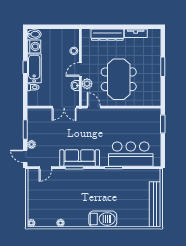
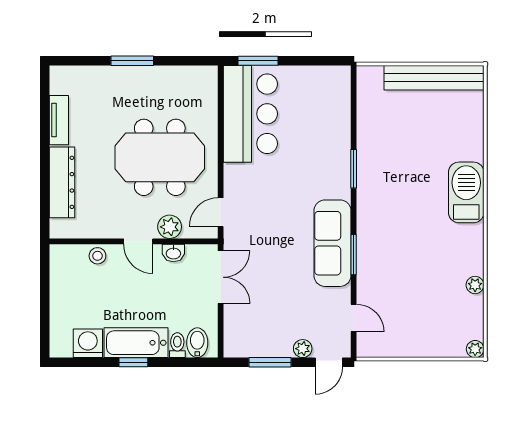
bidet: (34, 34) -> (197, 343), moved
bar counter: (131, 154) -> (250, 114), moved, turned 180

